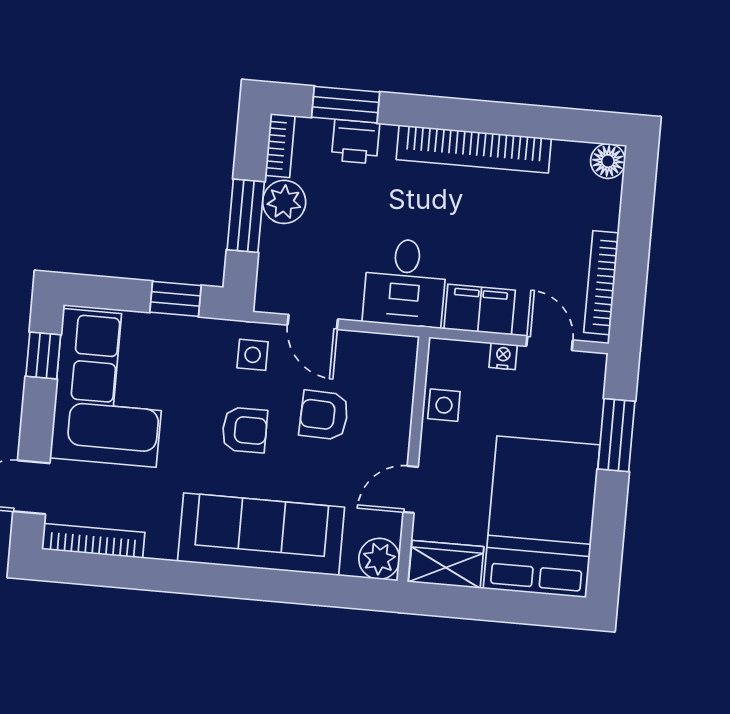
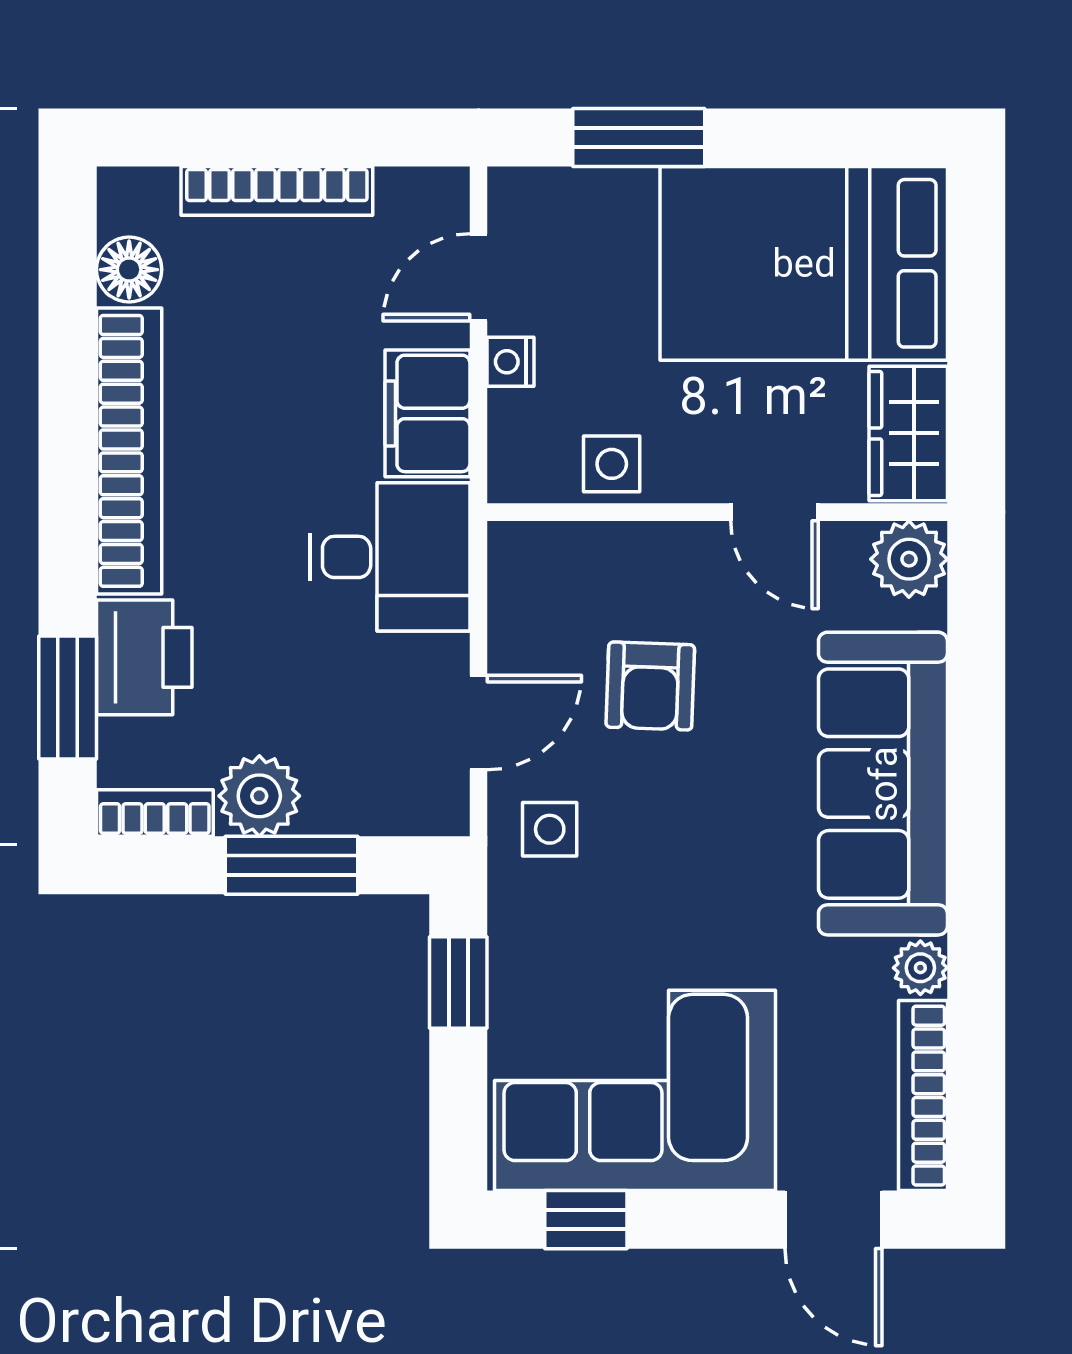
printer: (356, 142) -> (144, 657), width x1.36, depth x1.24
floor lamp: (608, 161) -> (129, 270), moved
bookcase: (601, 283) -> (277, 191), moved
armchair: (245, 430) -> (691, 832), removed
plant: (161, 545) -> (920, 968), added

